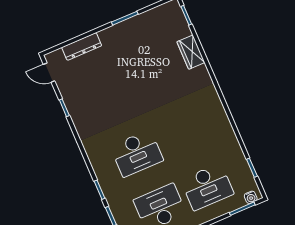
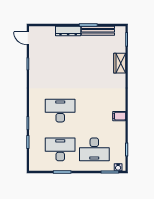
bench: (141, 20) -> (98, 31), added
dresser: (82, 46) -> (68, 31), moved
filing cabinet: (222, 126) -> (119, 116), added
desk: (137, 153) -> (60, 111), turned 180

